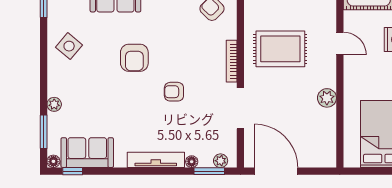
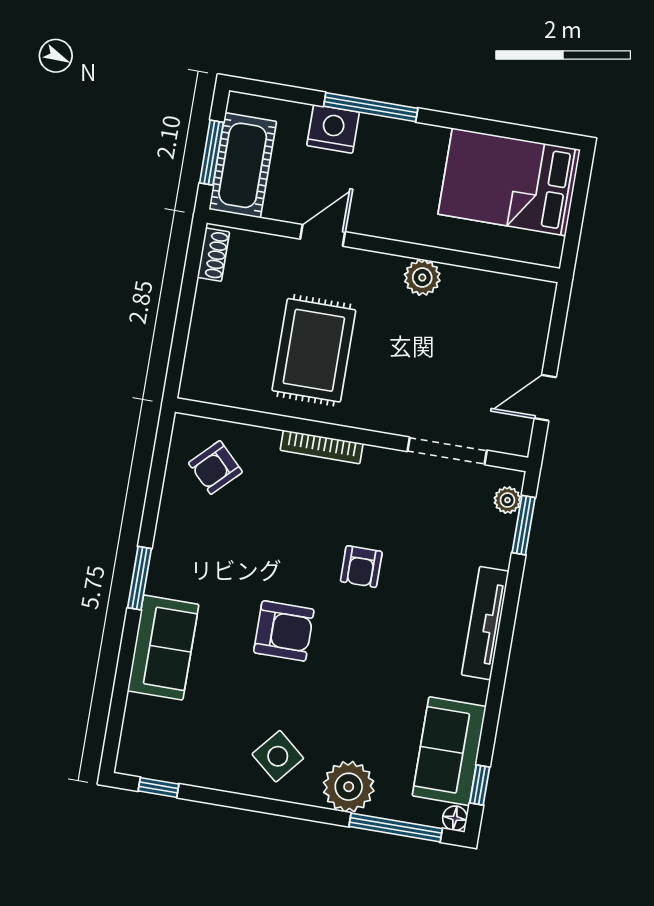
side table: (69, 46) -> (278, 756), moved
plant: (54, 104) -> (349, 787), width x1.88, depth x1.88
doorway: (240, 108) -> (447, 451), moved
window: (44, 132) -> (396, 828), width x1.44
floor lamp: (192, 162) -> (500, 555), removed
door: (276, 171) -> (545, 398), width x0.53

